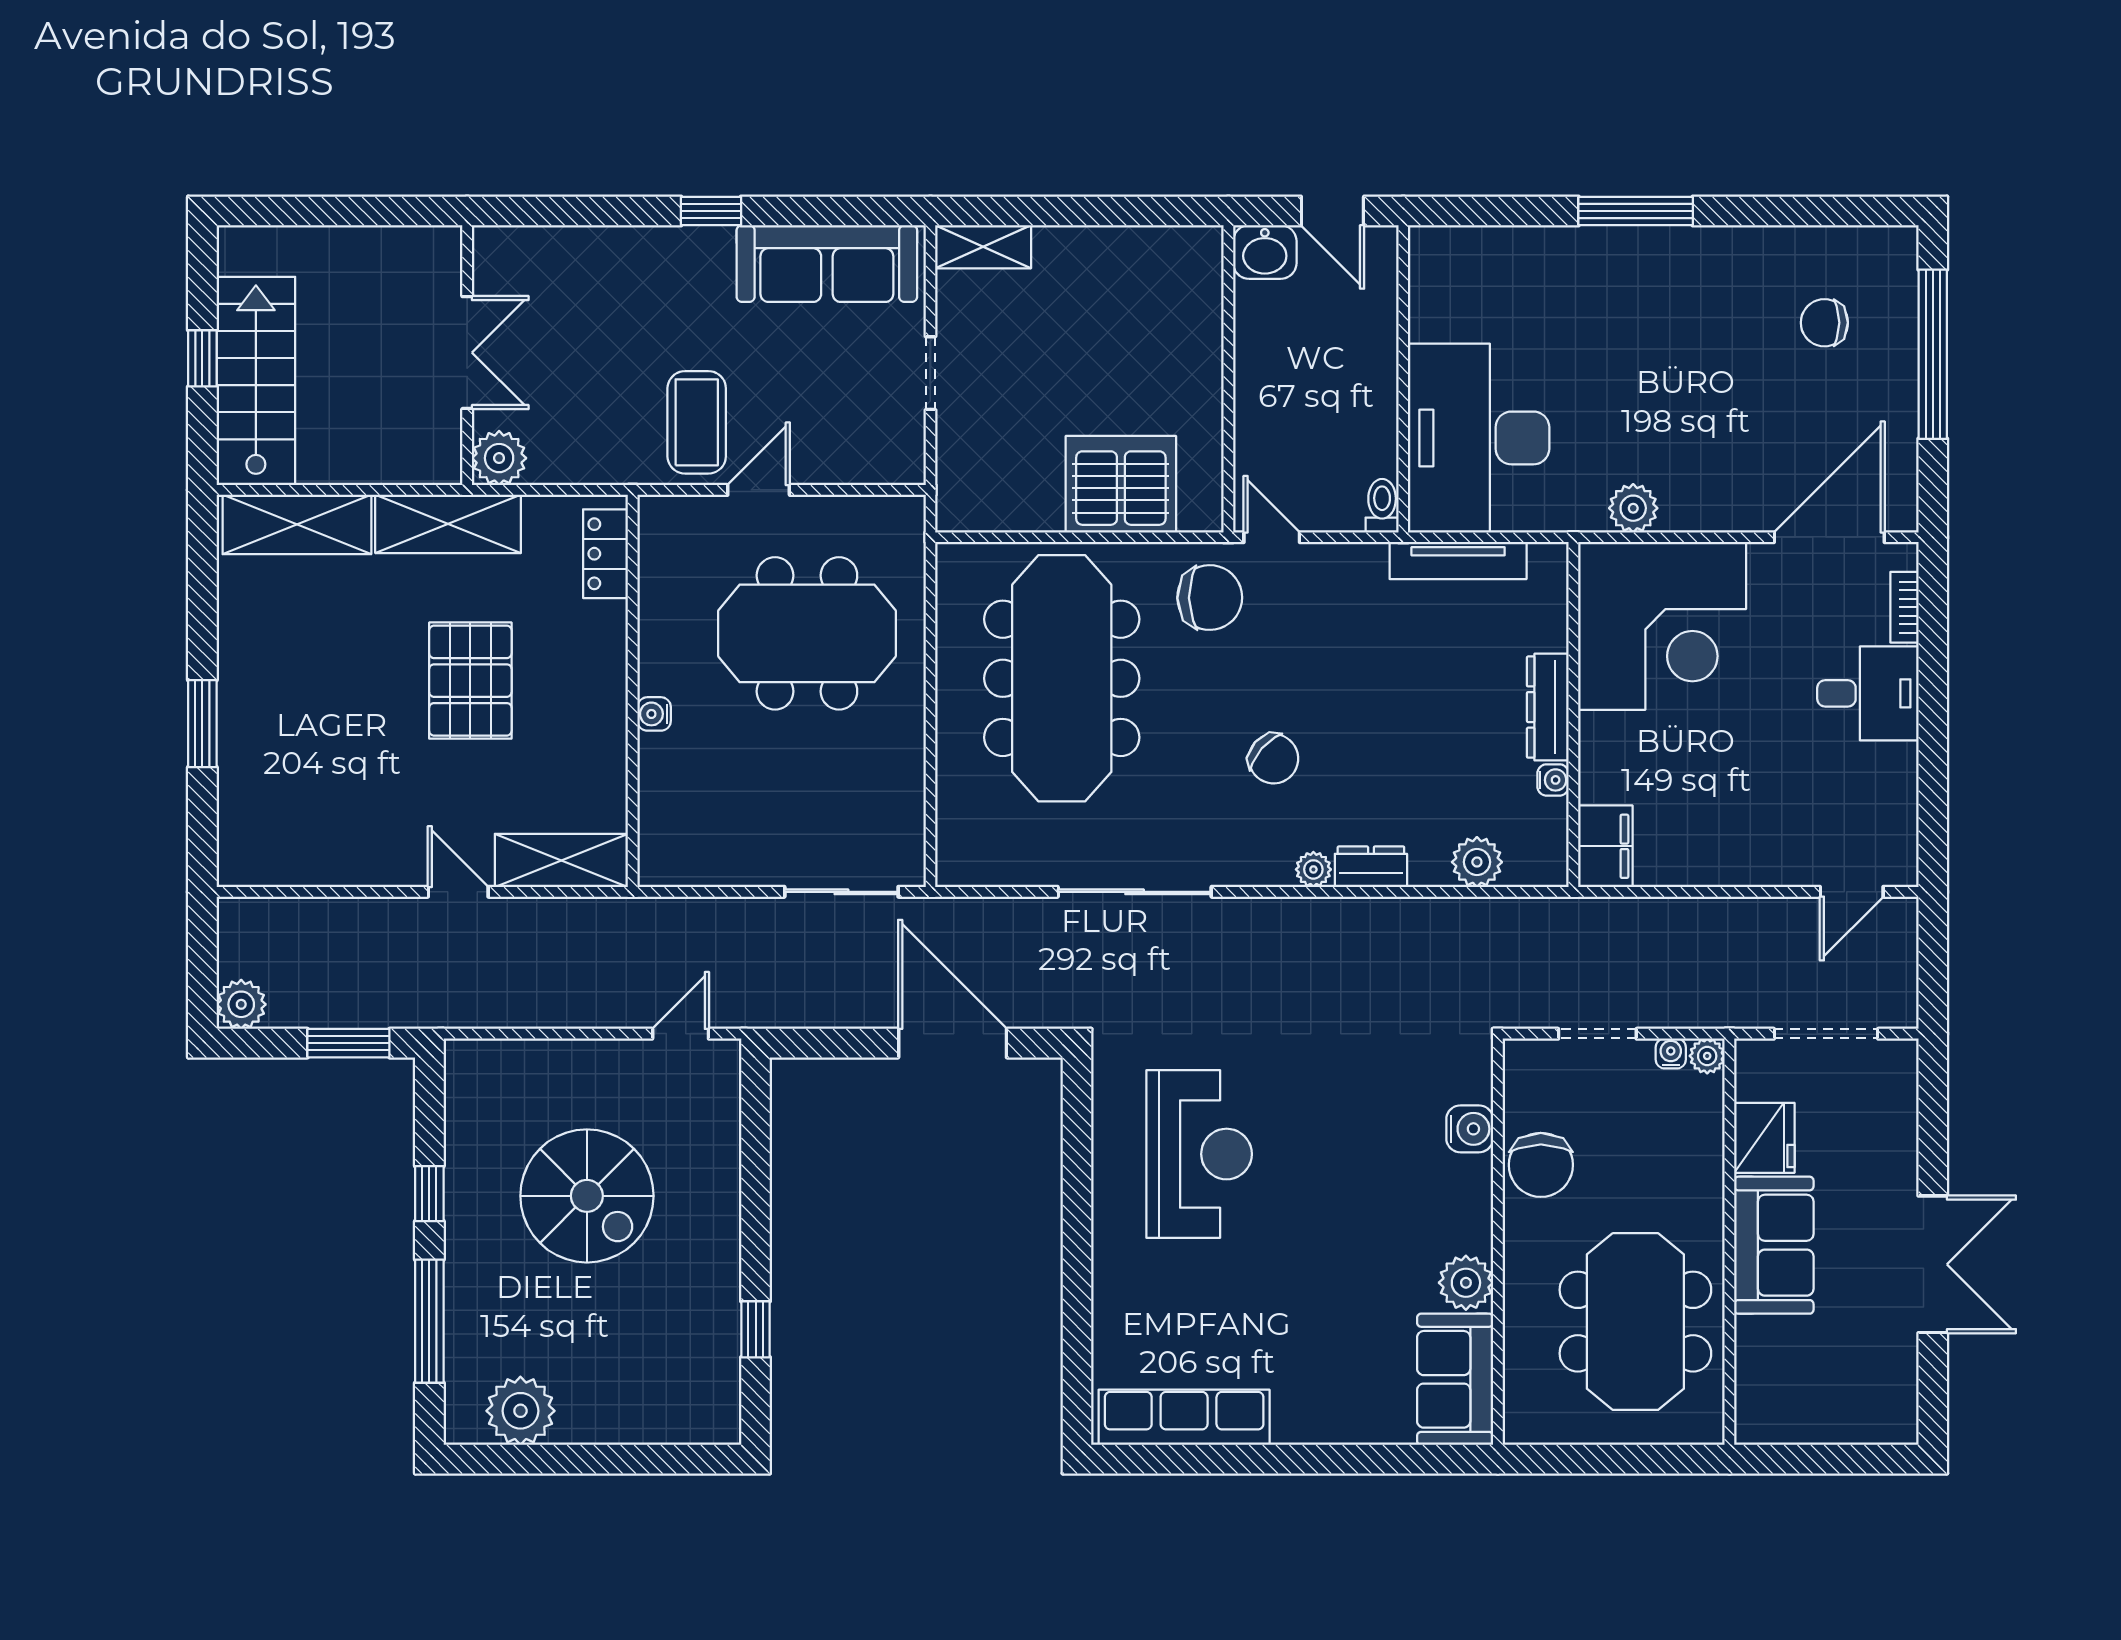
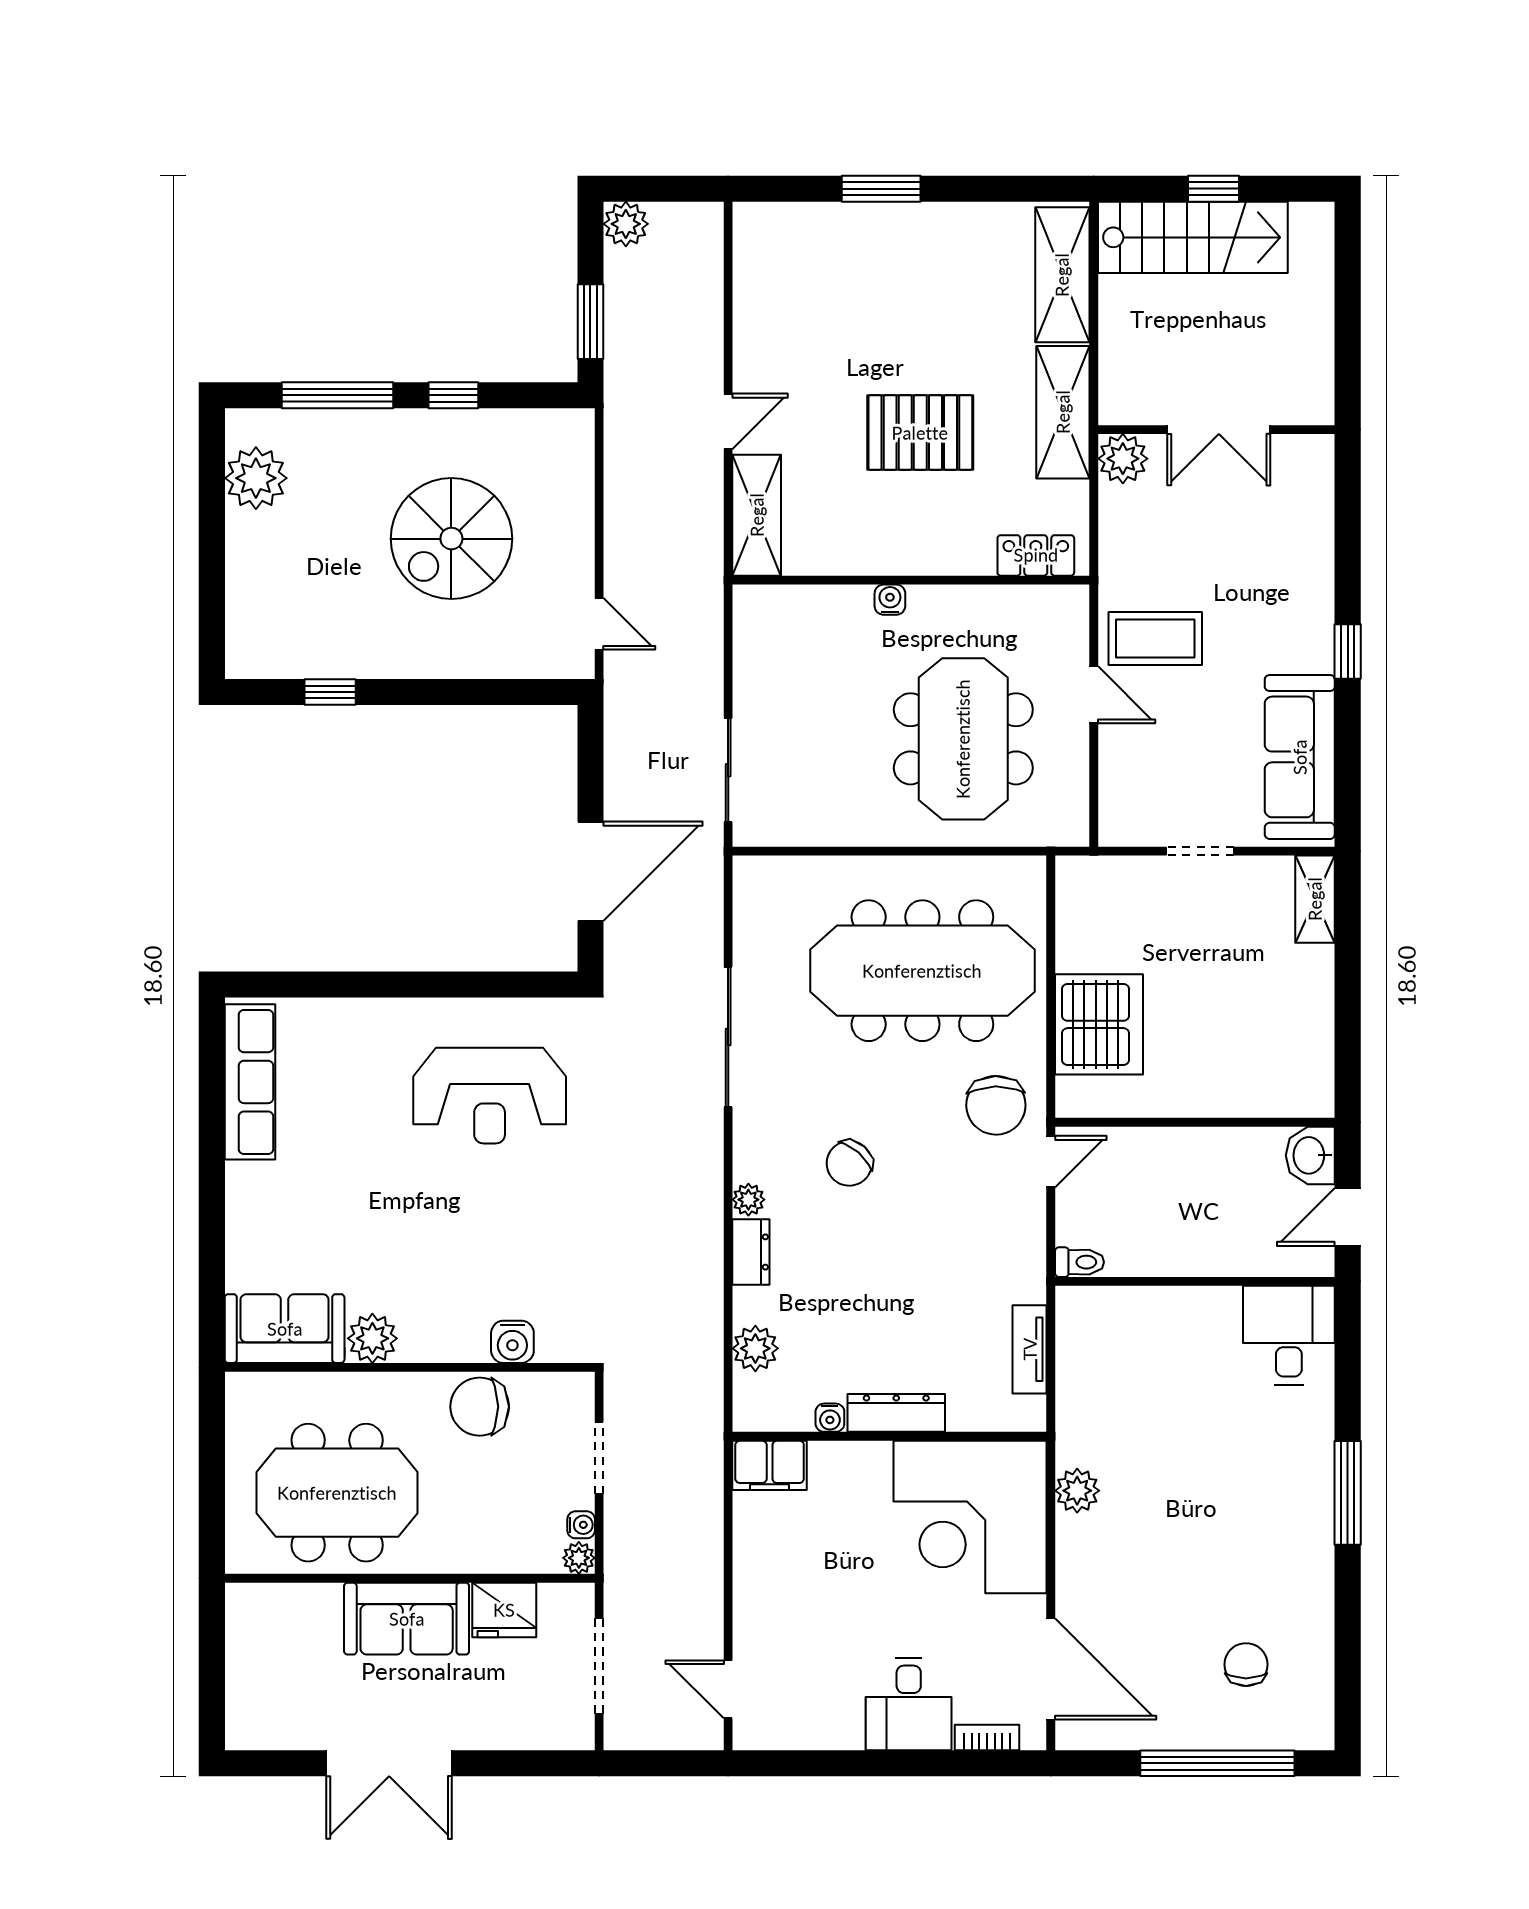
desk: (1479, 438) -> (1289, 1335), moved, width x0.53, depth x0.77
tv unit: (1458, 561) -> (1030, 1349), width x0.71

